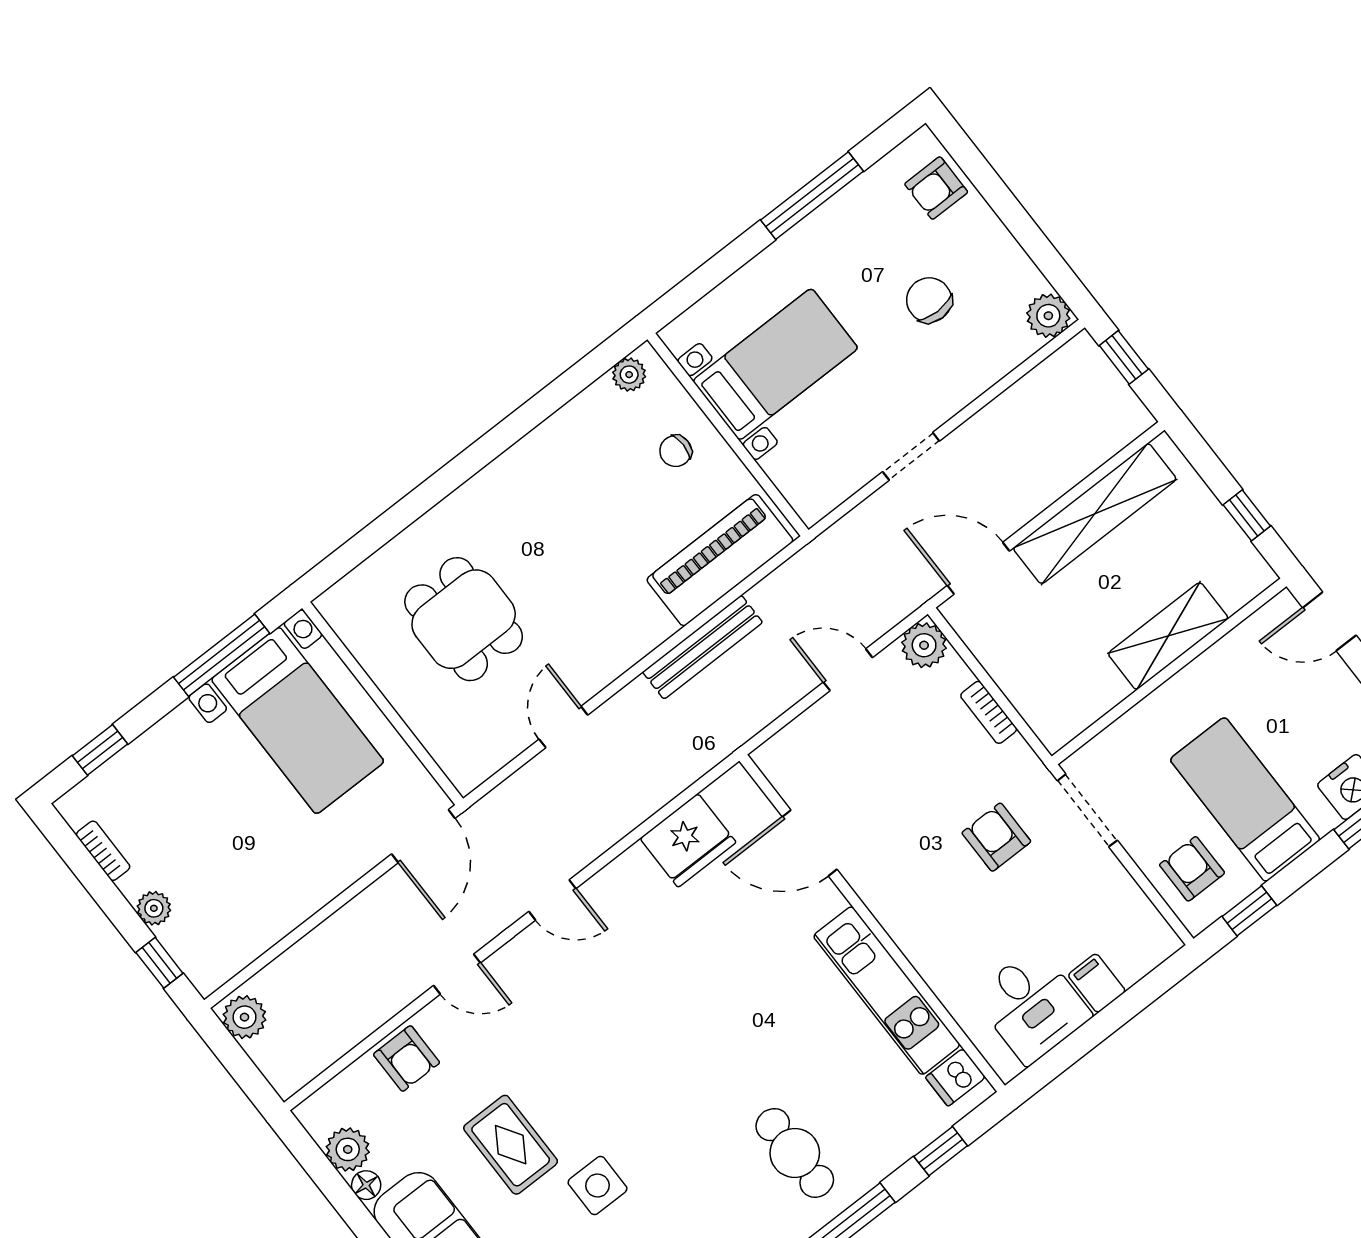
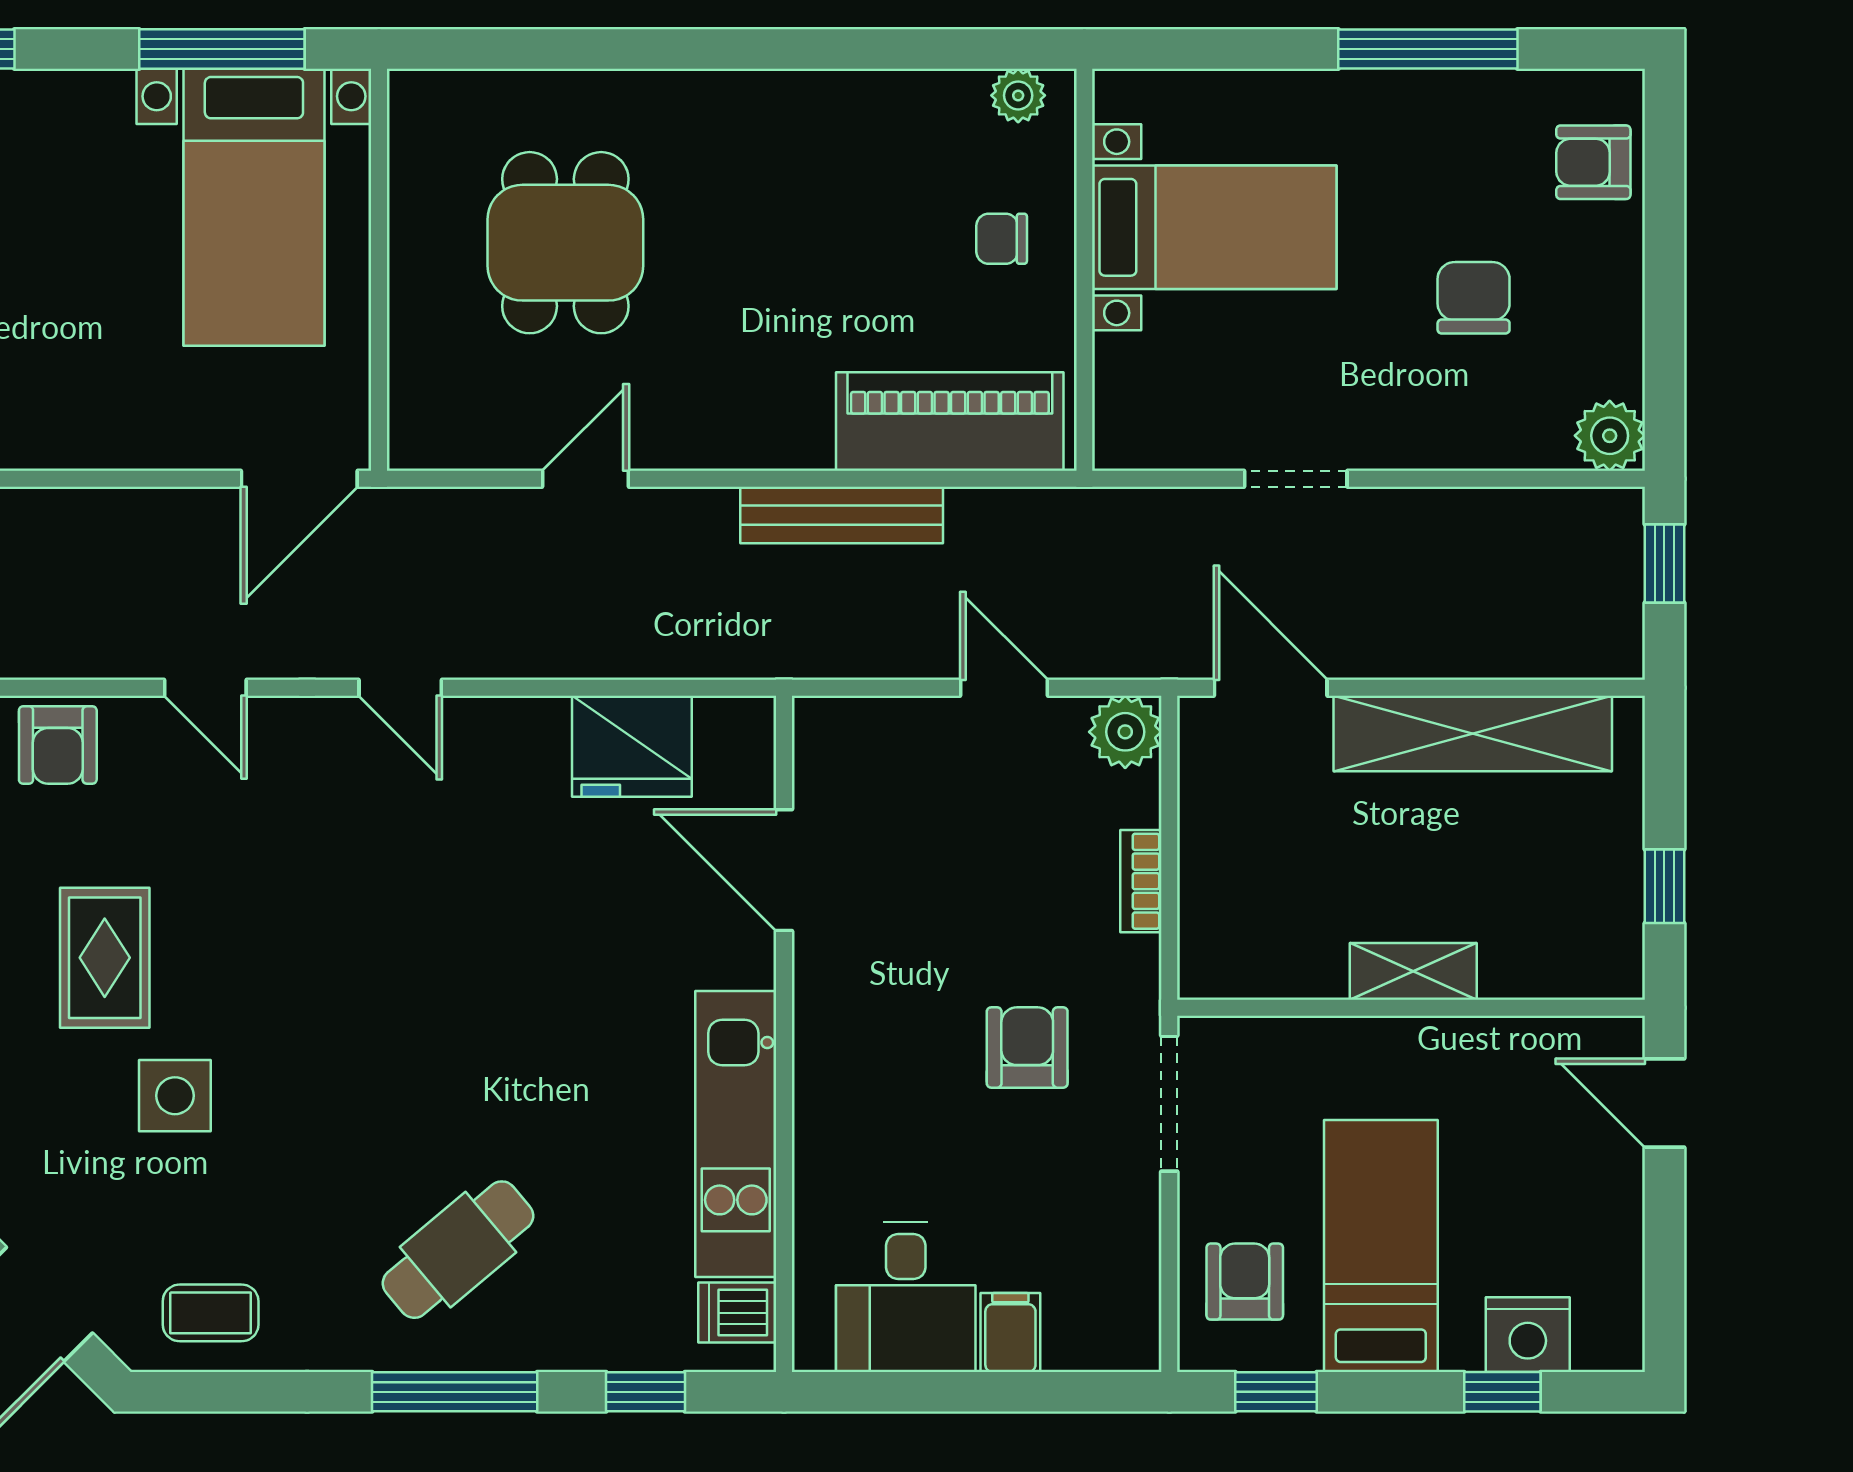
shelving: (1168, 636) -> (1413, 971), width x0.67, depth x0.75
cafe table: (795, 1153) -> (458, 1250), turned 50

